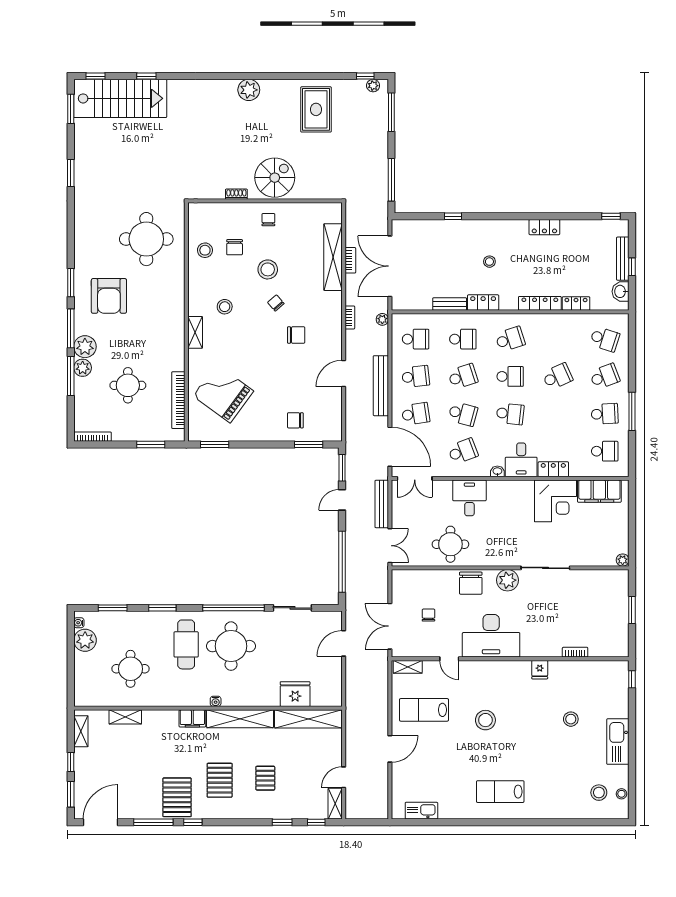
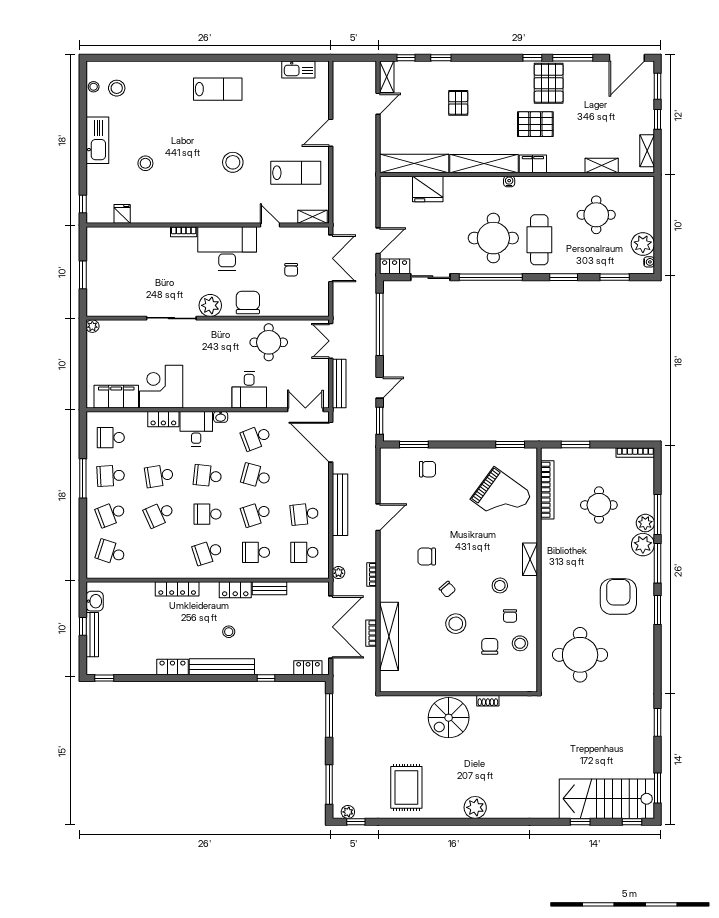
chair: (268, 220) -> (510, 616), moved
bench: (496, 227) -> (222, 667), added
locker: (576, 303) -> (308, 668), moved, turned 180
school desk: (416, 414) -> (159, 476), moved
locker: (327, 618) -> (395, 266), added
bookcase: (575, 652) -> (184, 232), moved
fridge: (540, 670) -> (122, 214), moved
pallet: (220, 780) -> (535, 124), moved, turned 90

